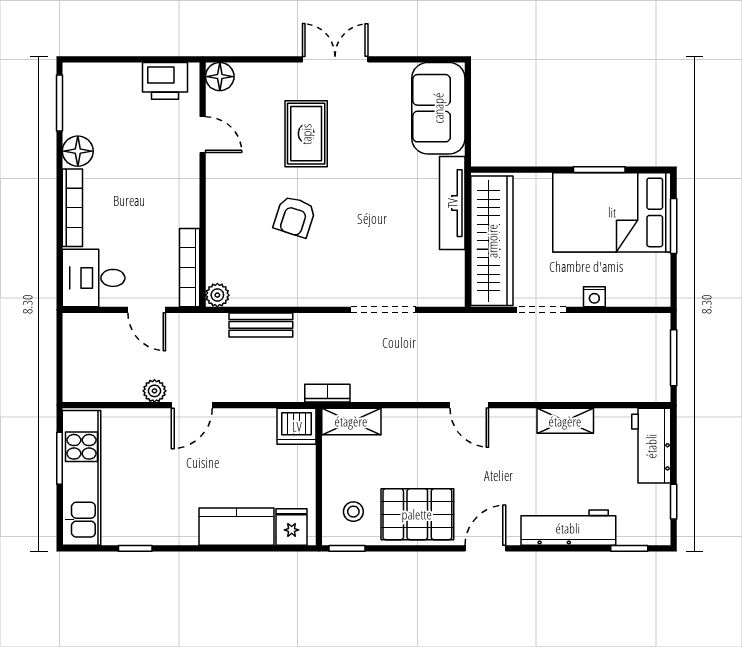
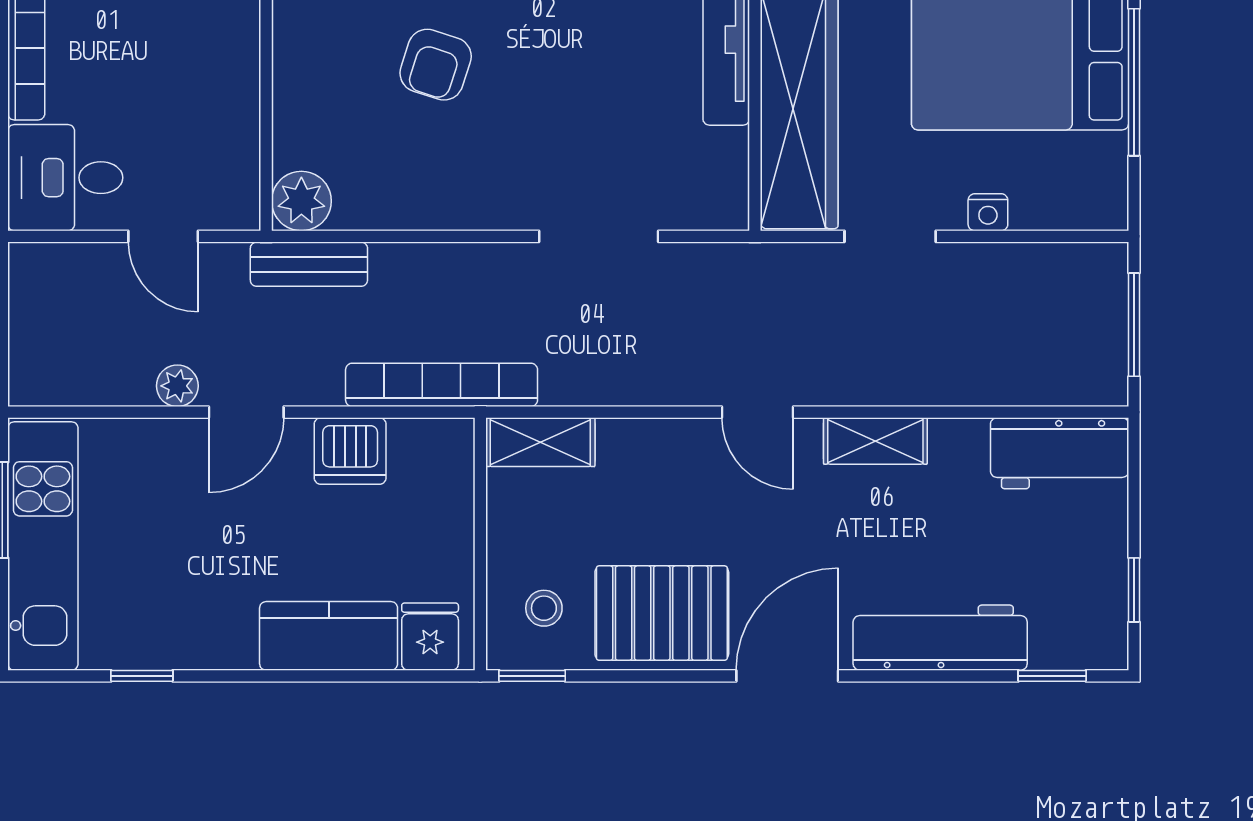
window: (674, 226) -> (1134, 82), width x1.44
bookcase: (190, 268) -> (242, 159), removed
plant: (217, 295) -> (301, 201), width x1.38, depth x1.38
bench: (261, 325) -> (309, 264), moved
bookcase: (327, 393) -> (442, 385), width x2.31, depth x1.31
shelving: (565, 421) -> (875, 441), moved
dishwasher: (297, 426) -> (350, 451), moved
workbench: (651, 446) -> (1060, 453), moved, turned -90
door: (485, 548) -> (787, 676), width x1.38

